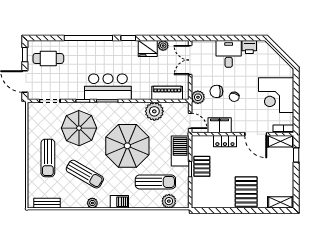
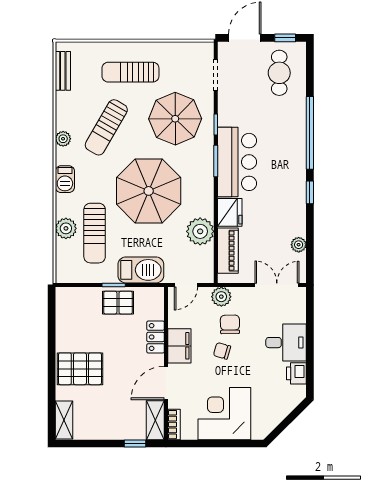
fridge: (148, 49) -> (230, 212), moved, turned 180
filing cabinet: (220, 125) -> (179, 346), moved
plant: (169, 201) -> (66, 228), moved

